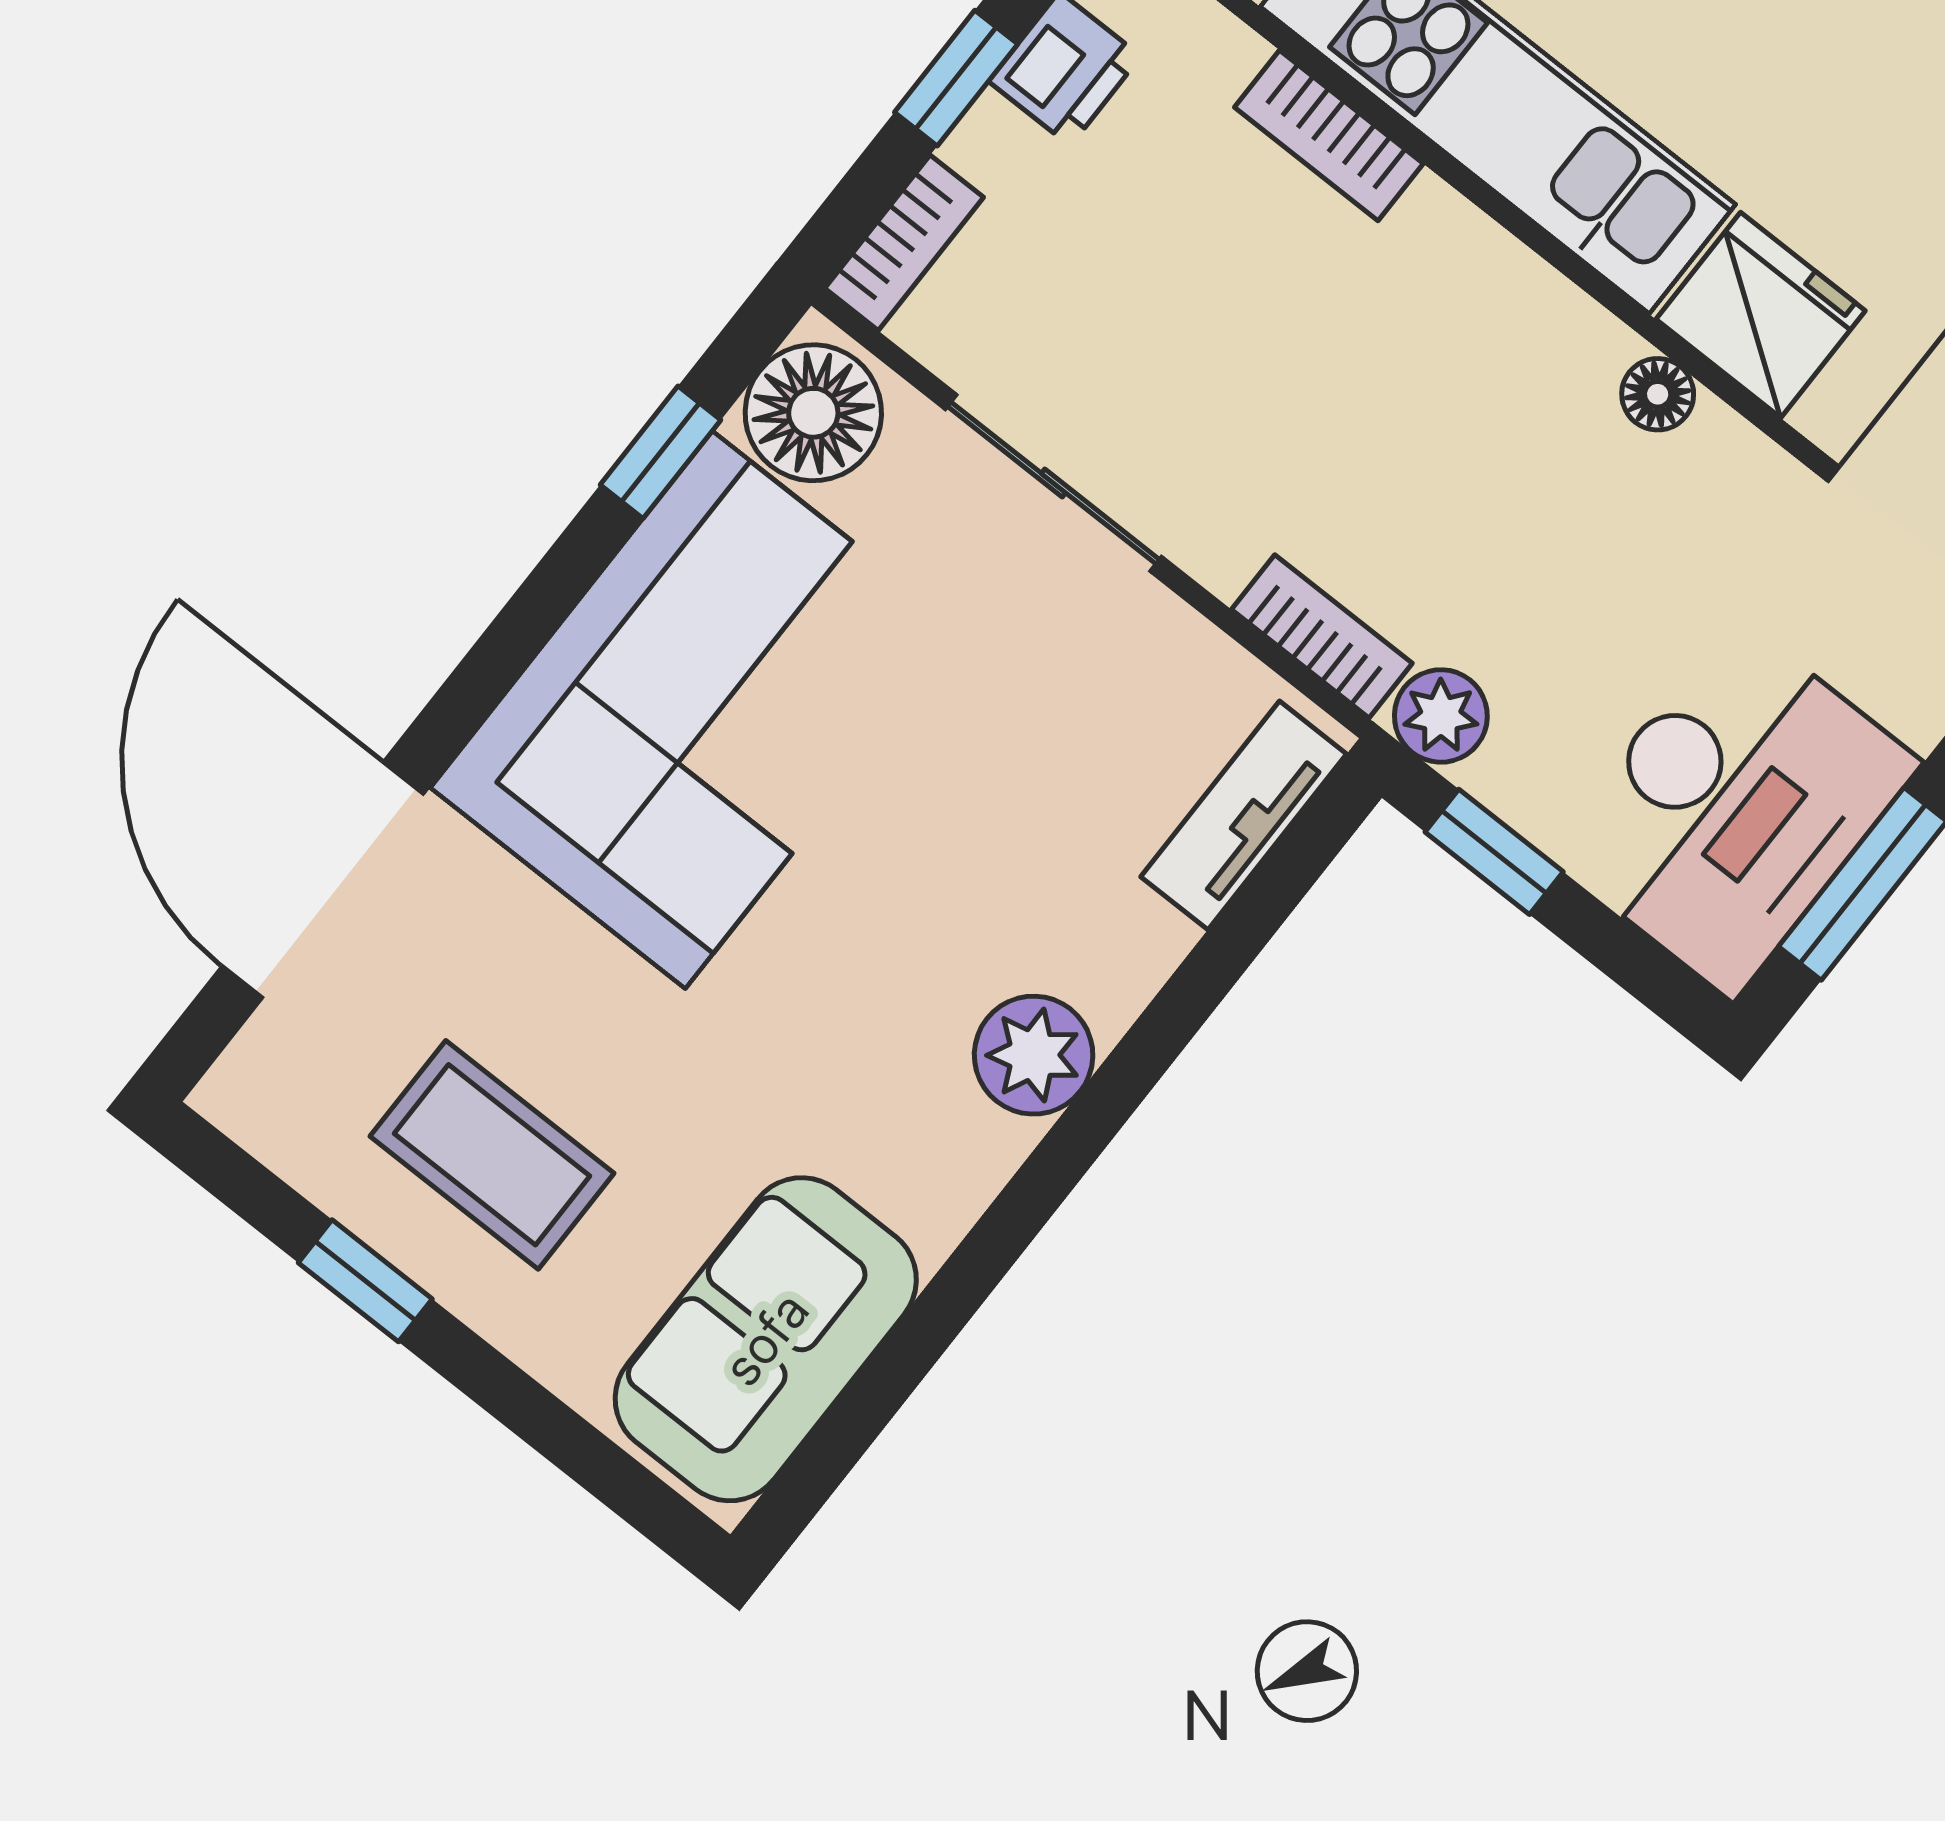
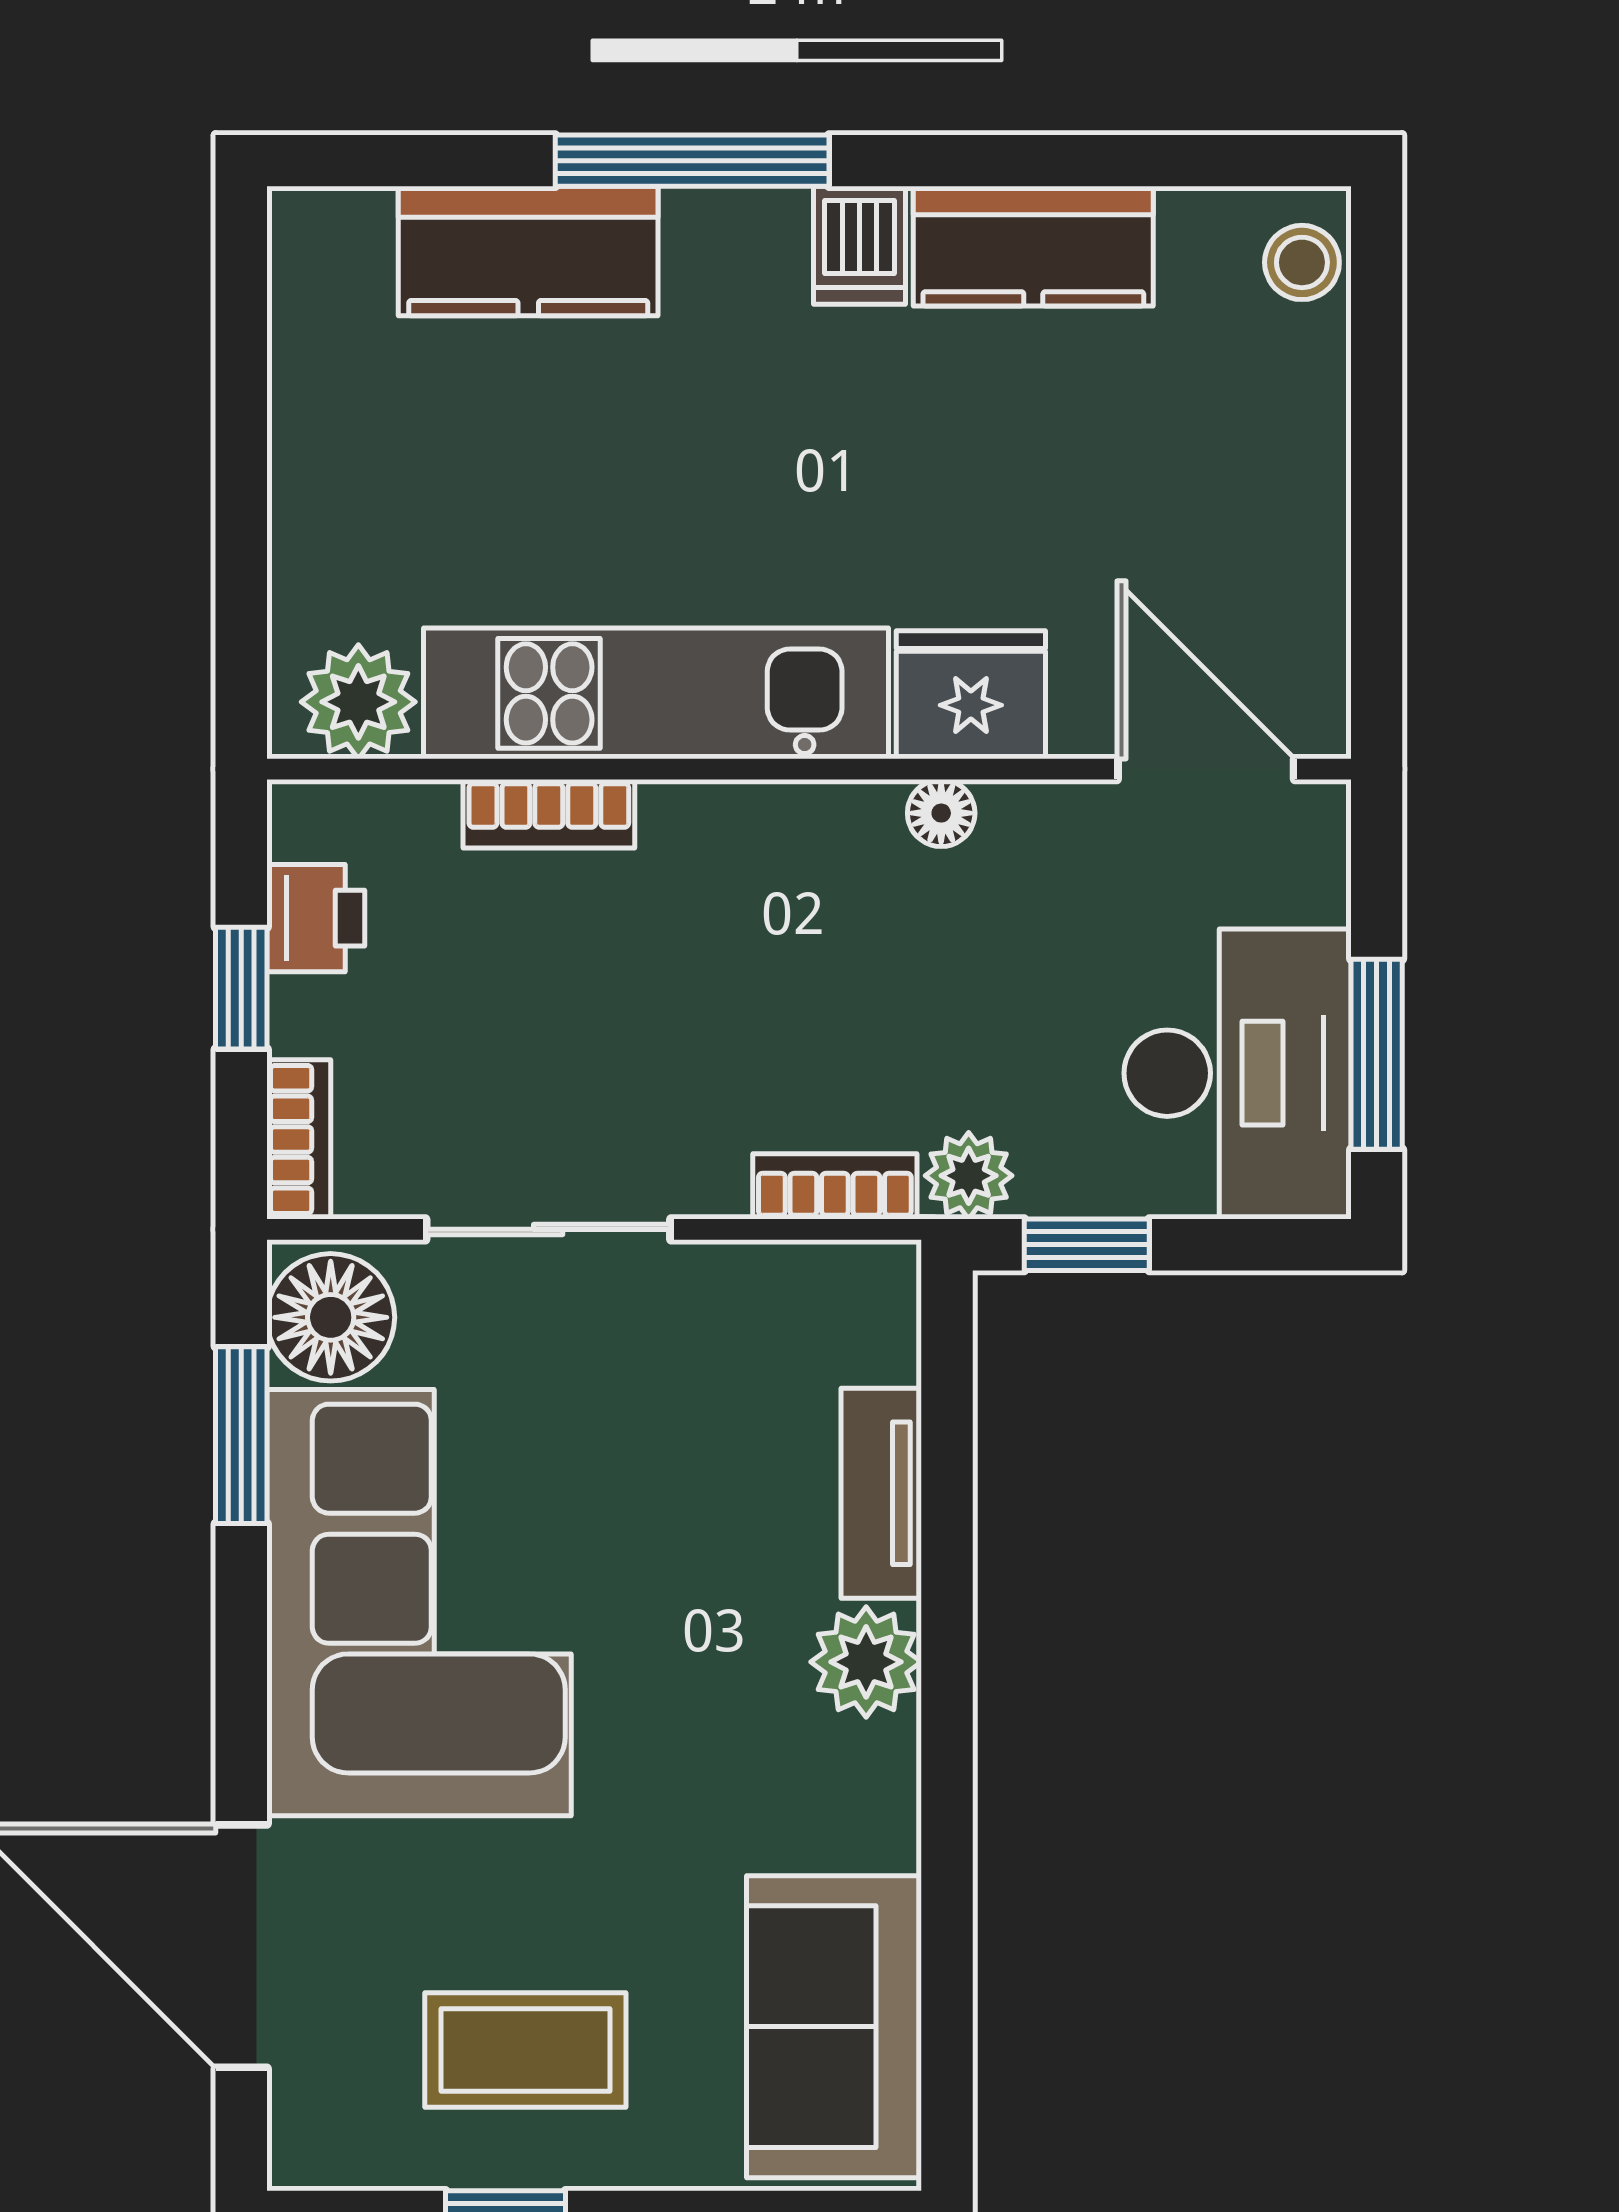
window: (661, 452) -> (241, 1435), width x1.50
tv unit: (1244, 815) -> (881, 1493), moved

